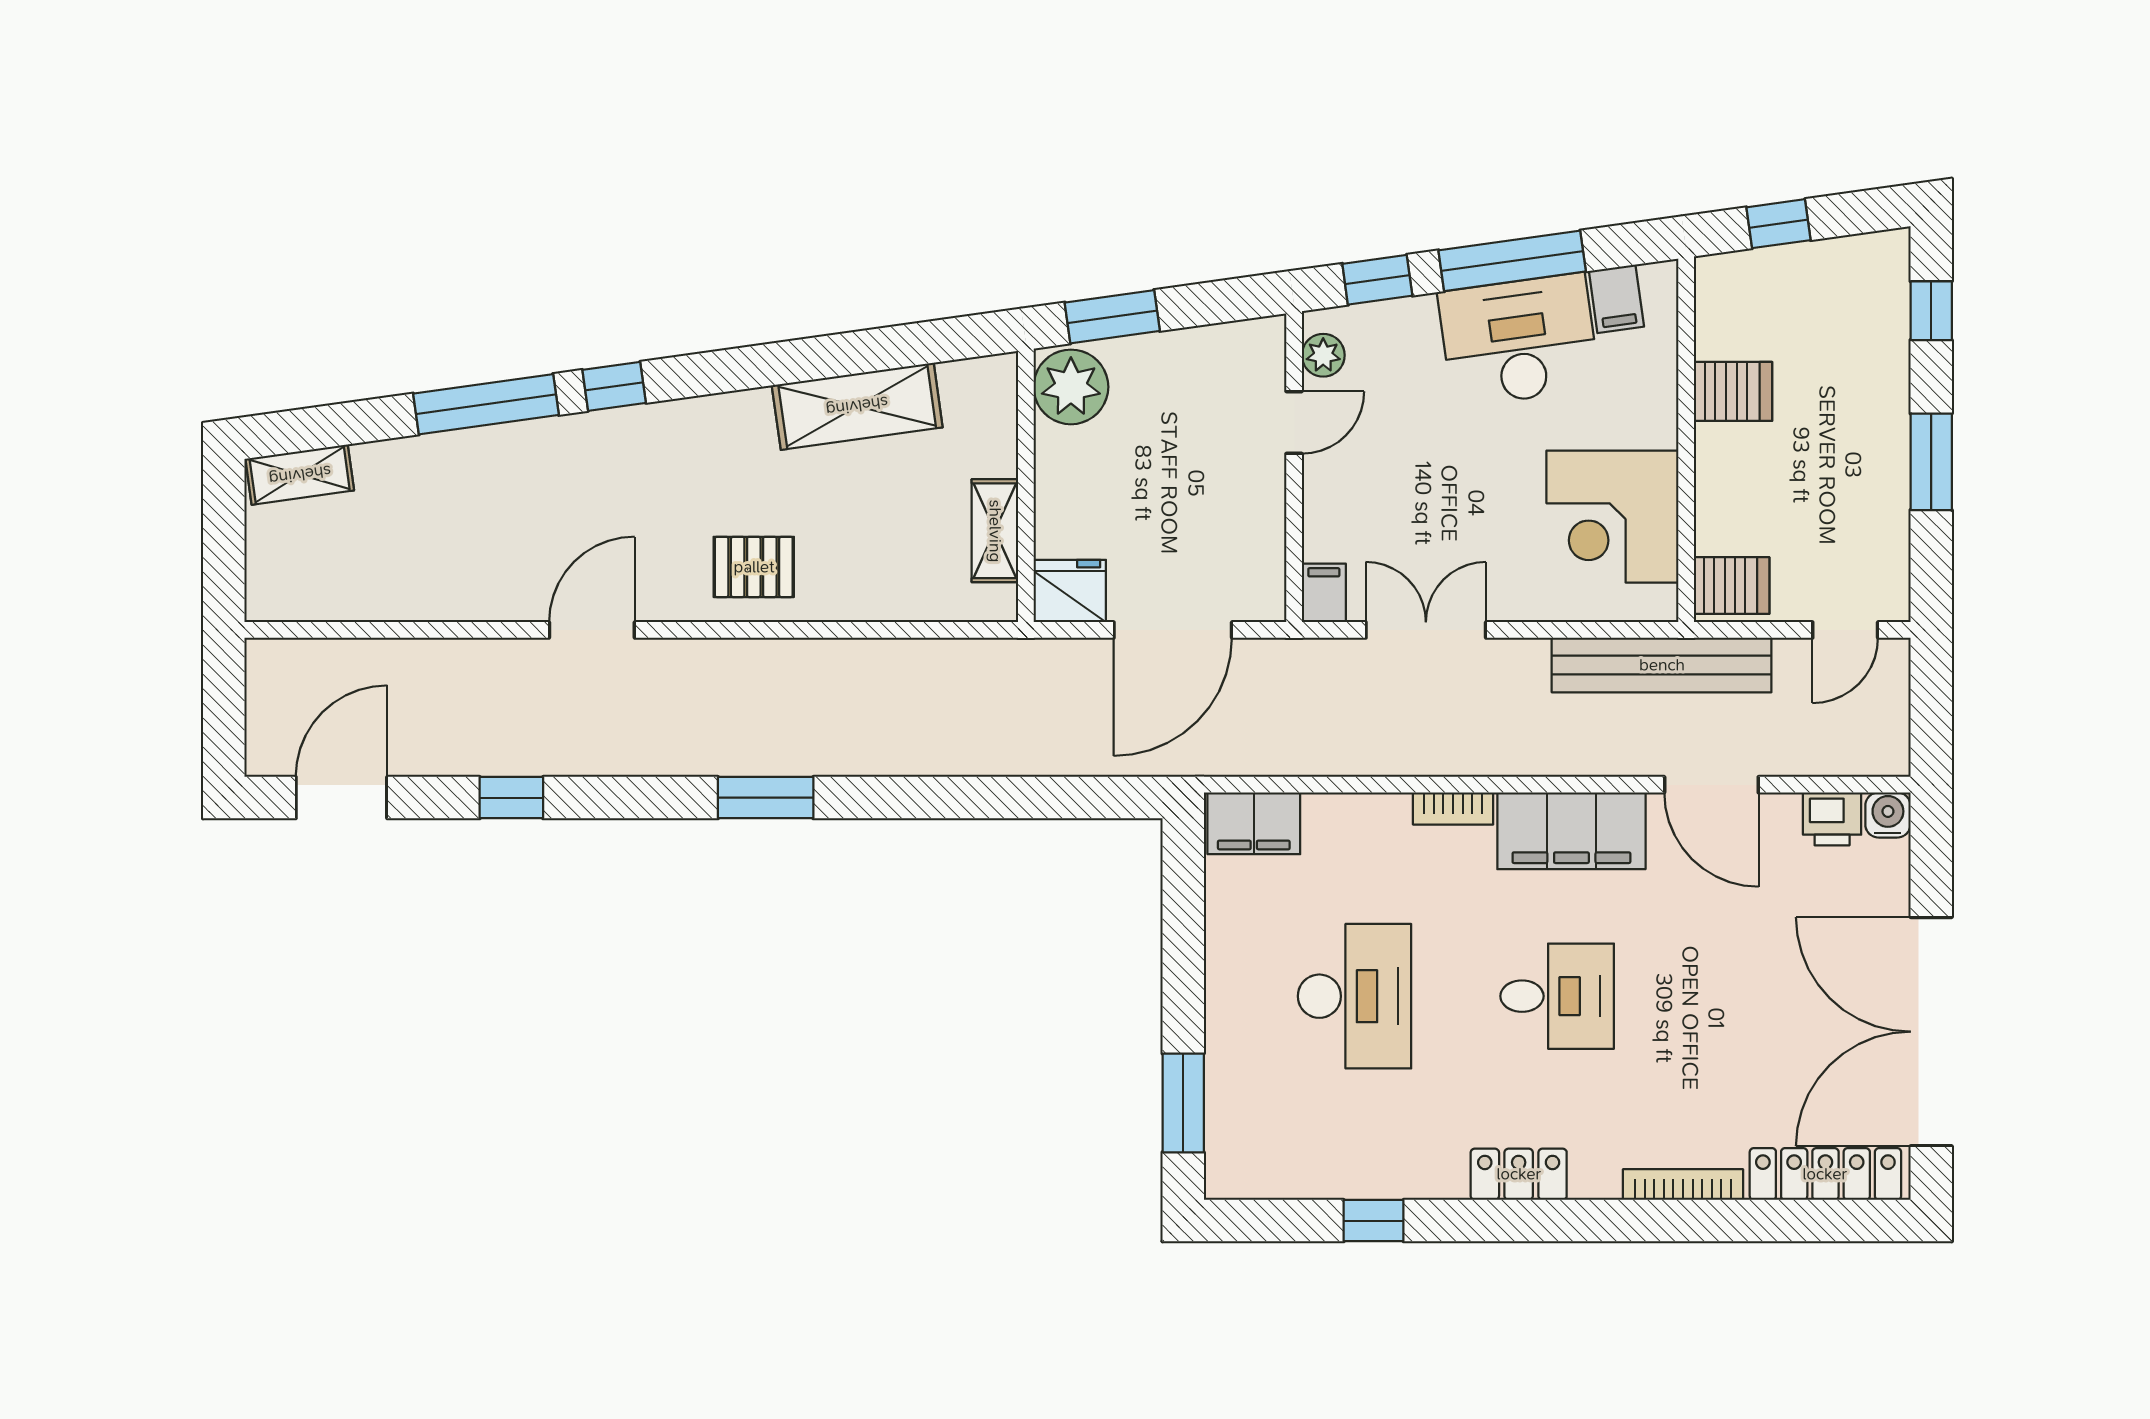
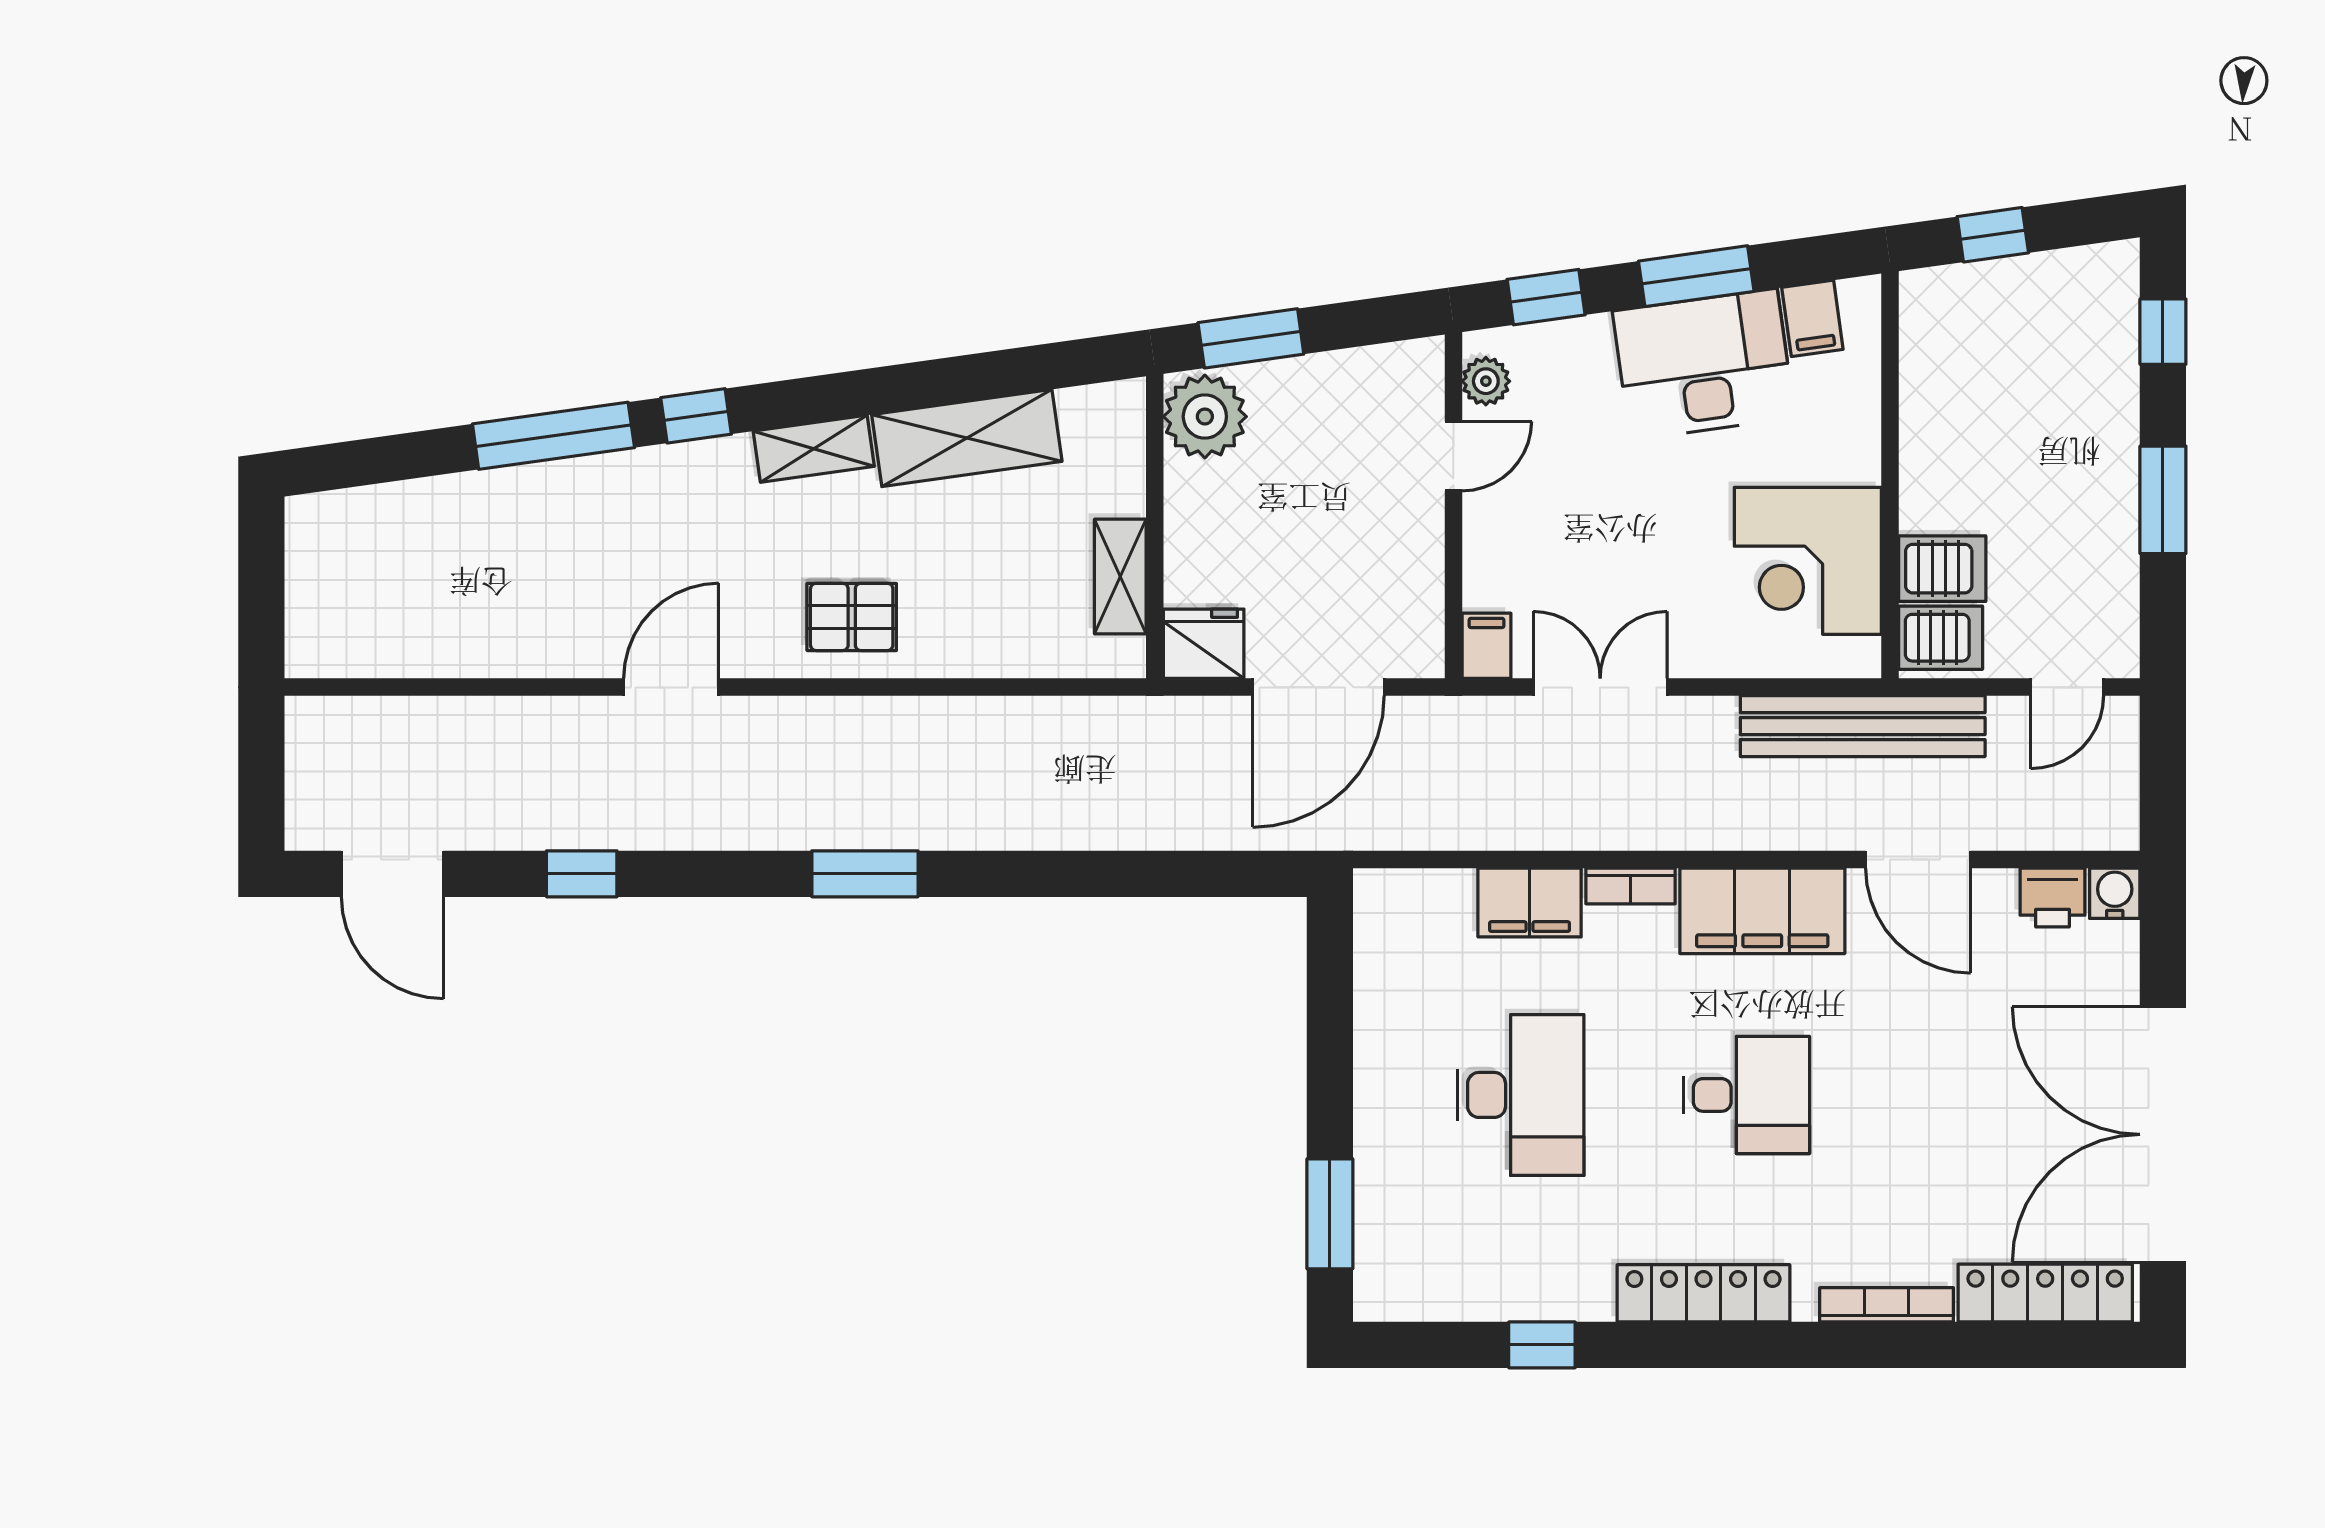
window: (1512, 261) -> (1696, 276), width x0.69
server rack: (1733, 391) -> (1942, 569), moved
shelving: (300, 475) -> (814, 449), moved
door: (341, 798) -> (392, 874), swing flipped
filing cabinet: (1254, 823) -> (1530, 902), moved
locker: (1519, 1174) -> (1703, 1293), width x1.53

